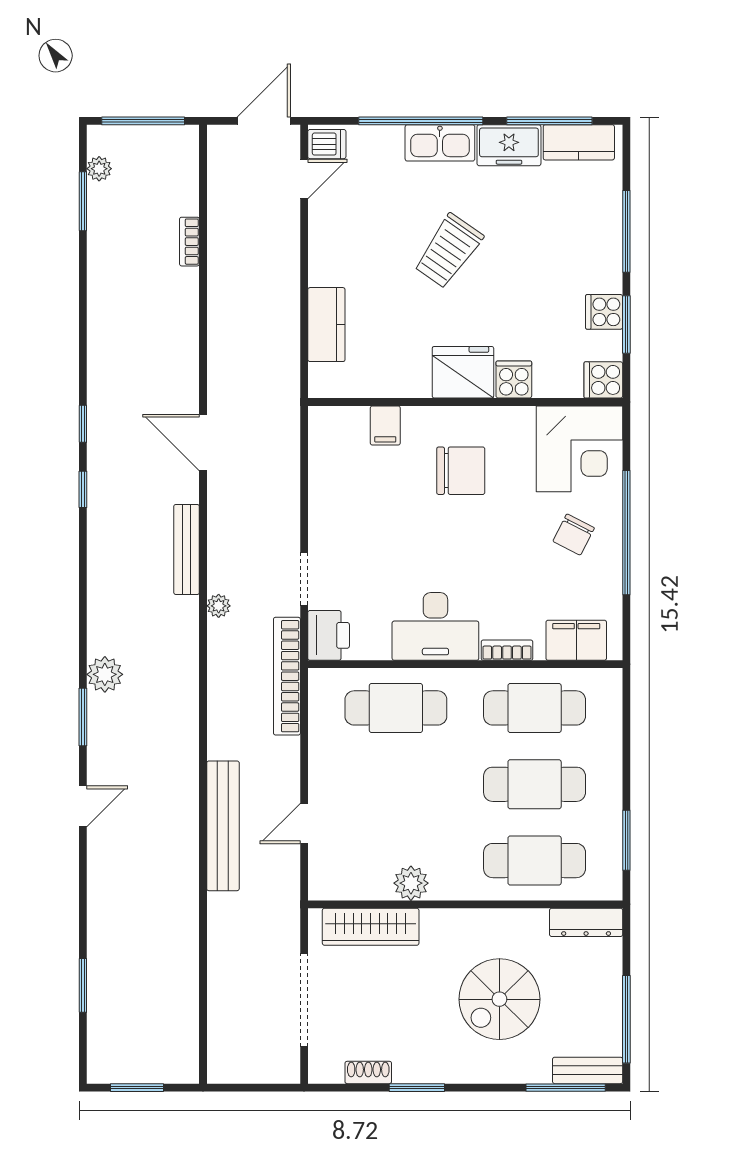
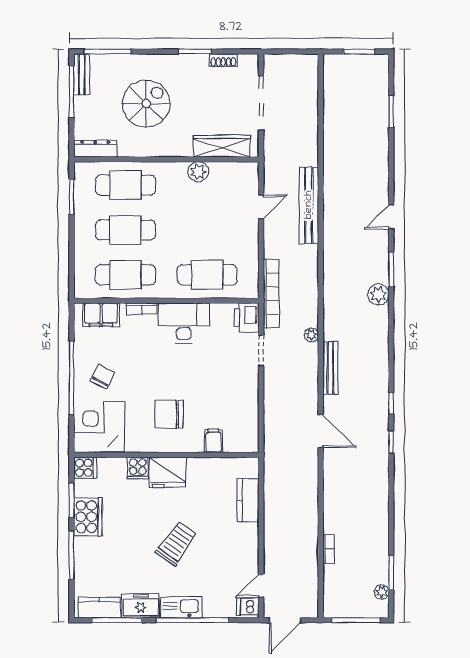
cooker: (604, 312) -> (88, 517), width x1.87, depth x1.31
bench: (588, 1070) -> (82, 74), moved, turned 90

